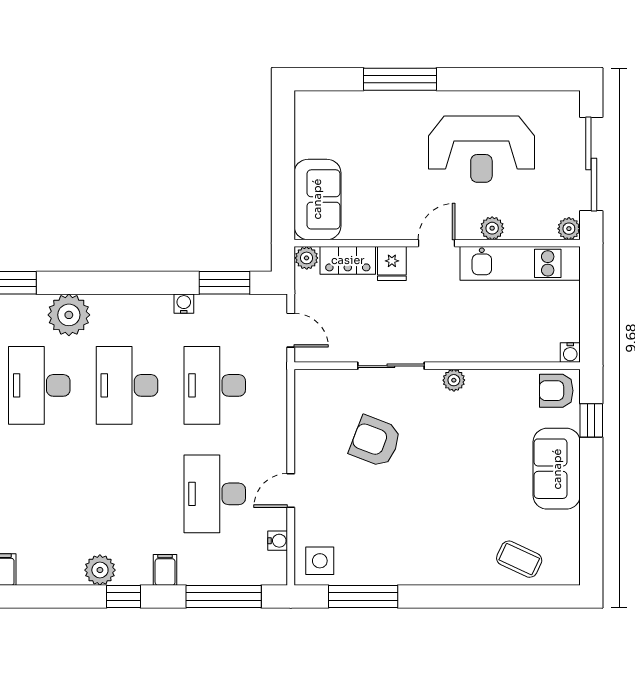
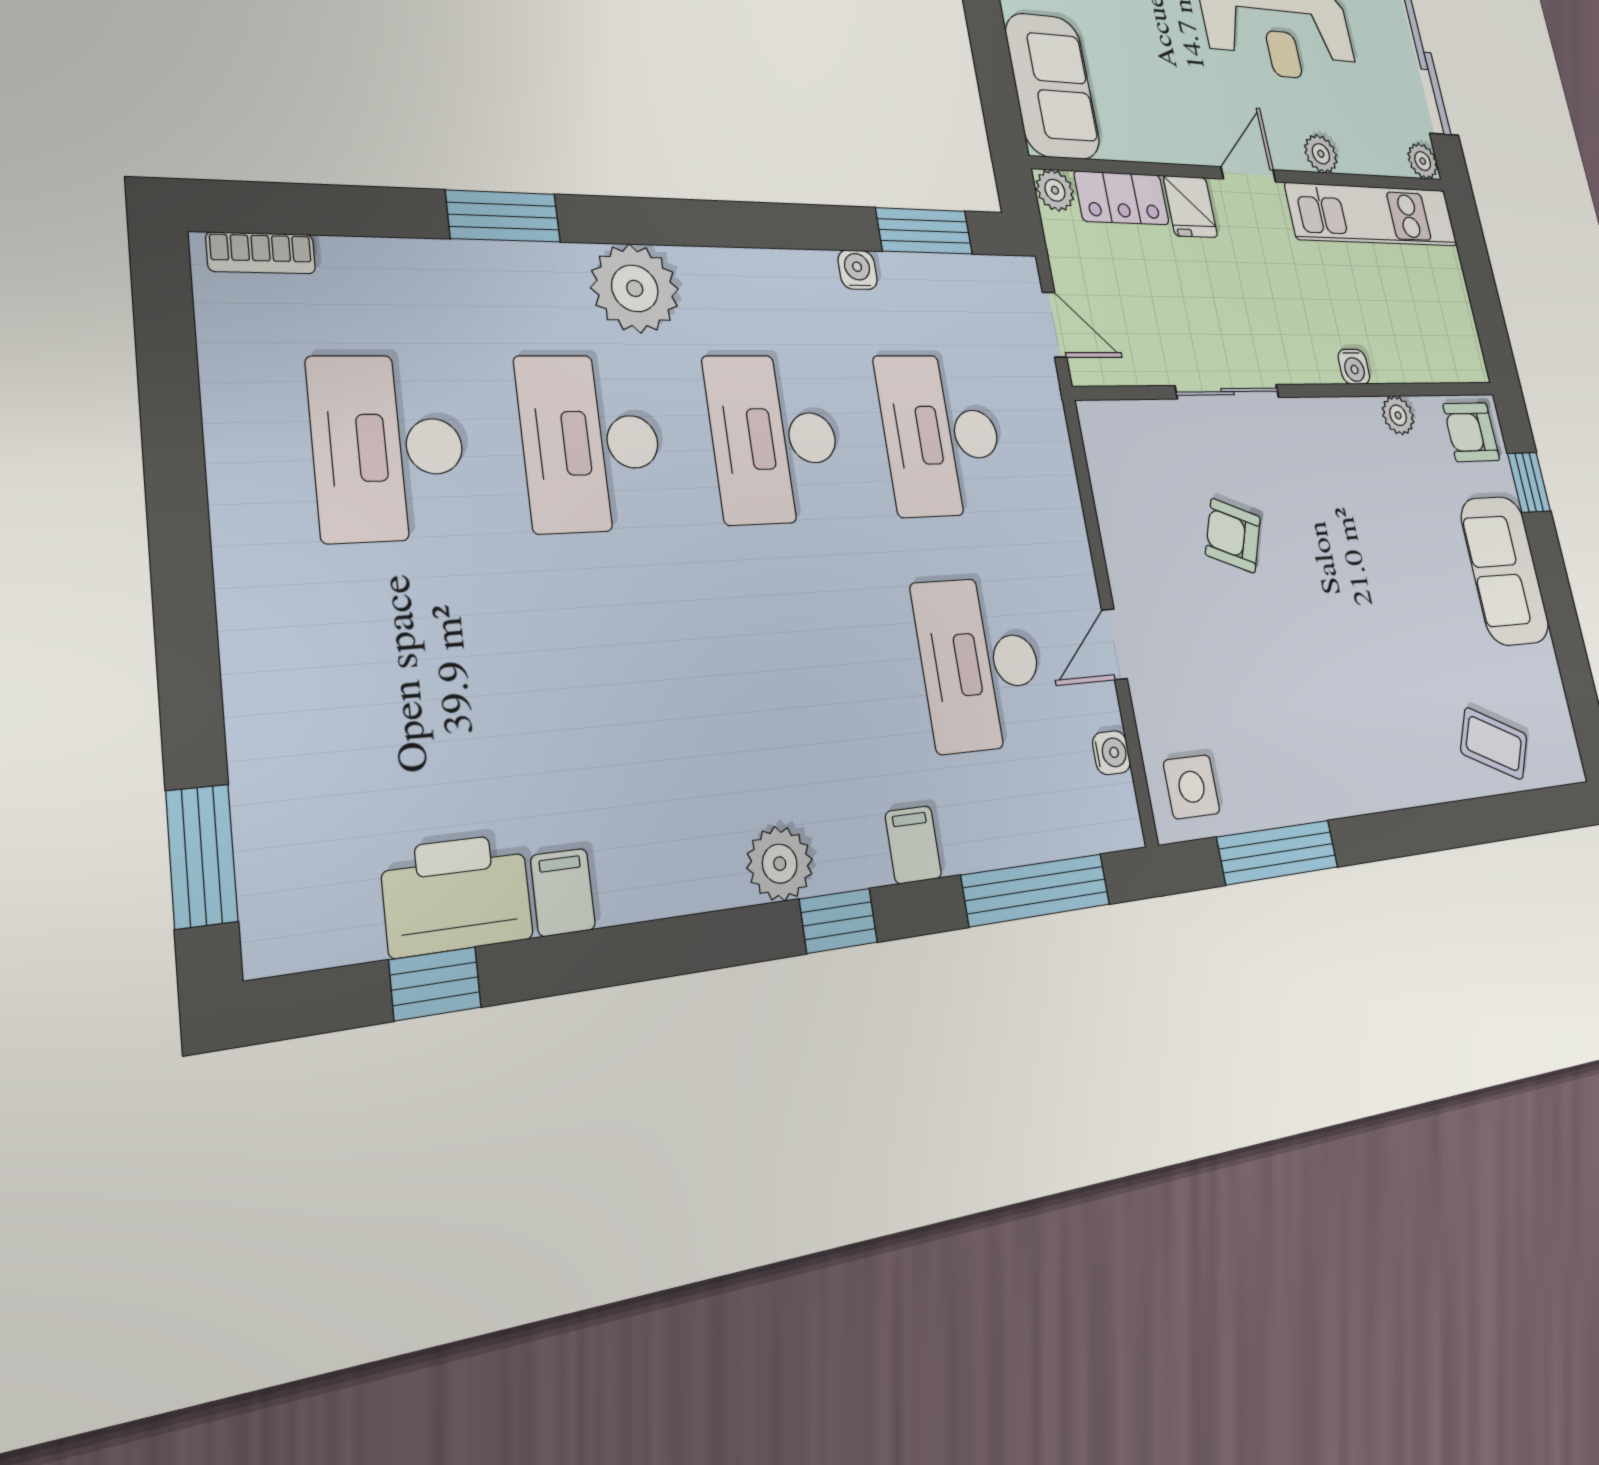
water cooler: (570, 353) -> (1354, 367), moved
plant: (454, 380) -> (1398, 415), moved
armchair: (375, 441) -> (1233, 536), width x0.72, depth x0.72

